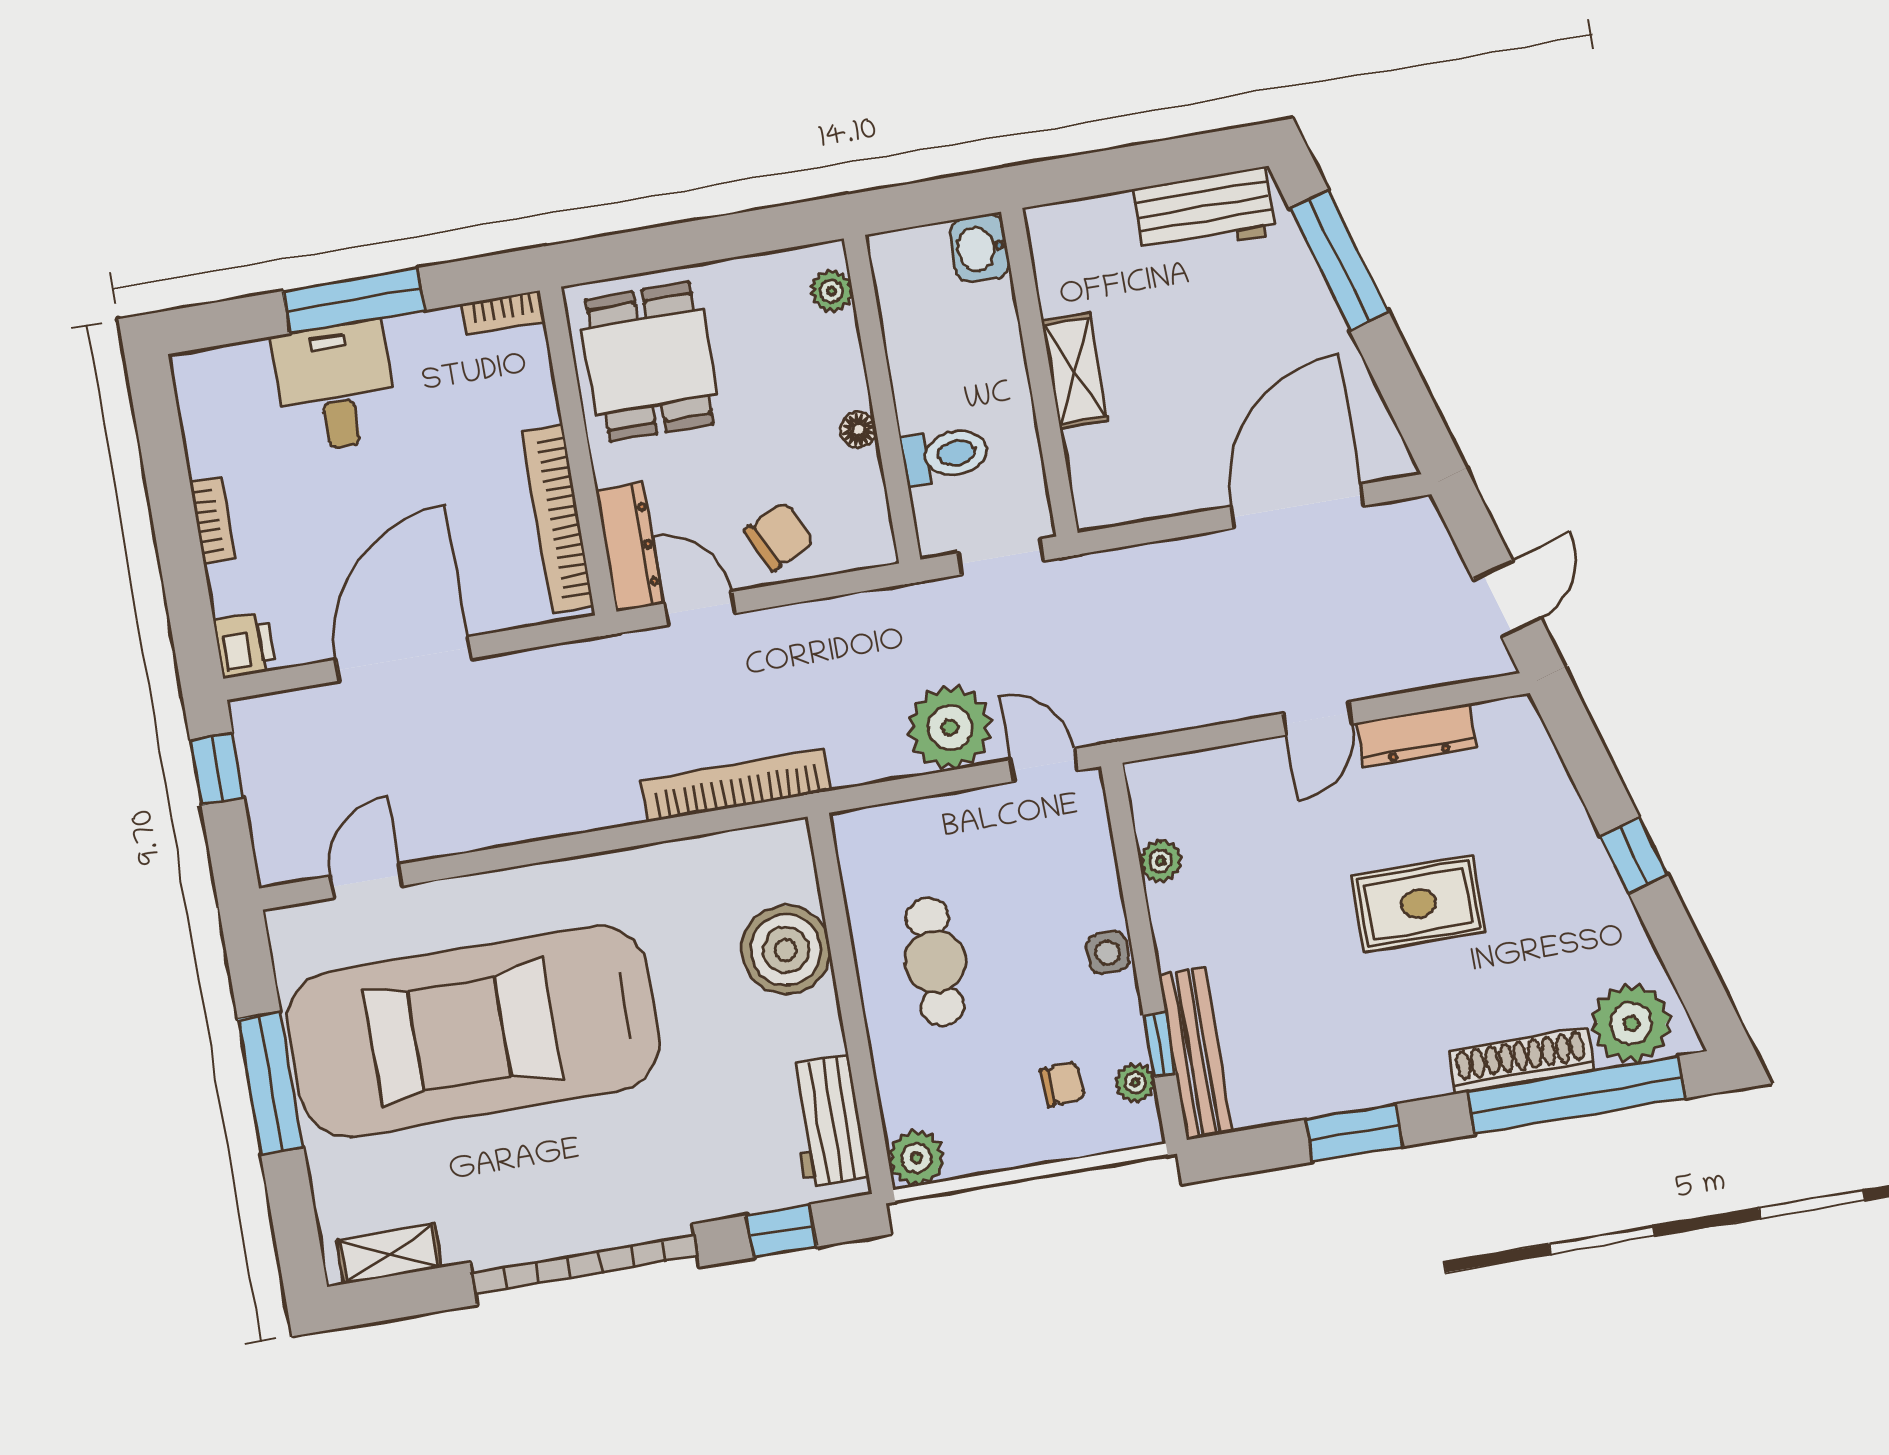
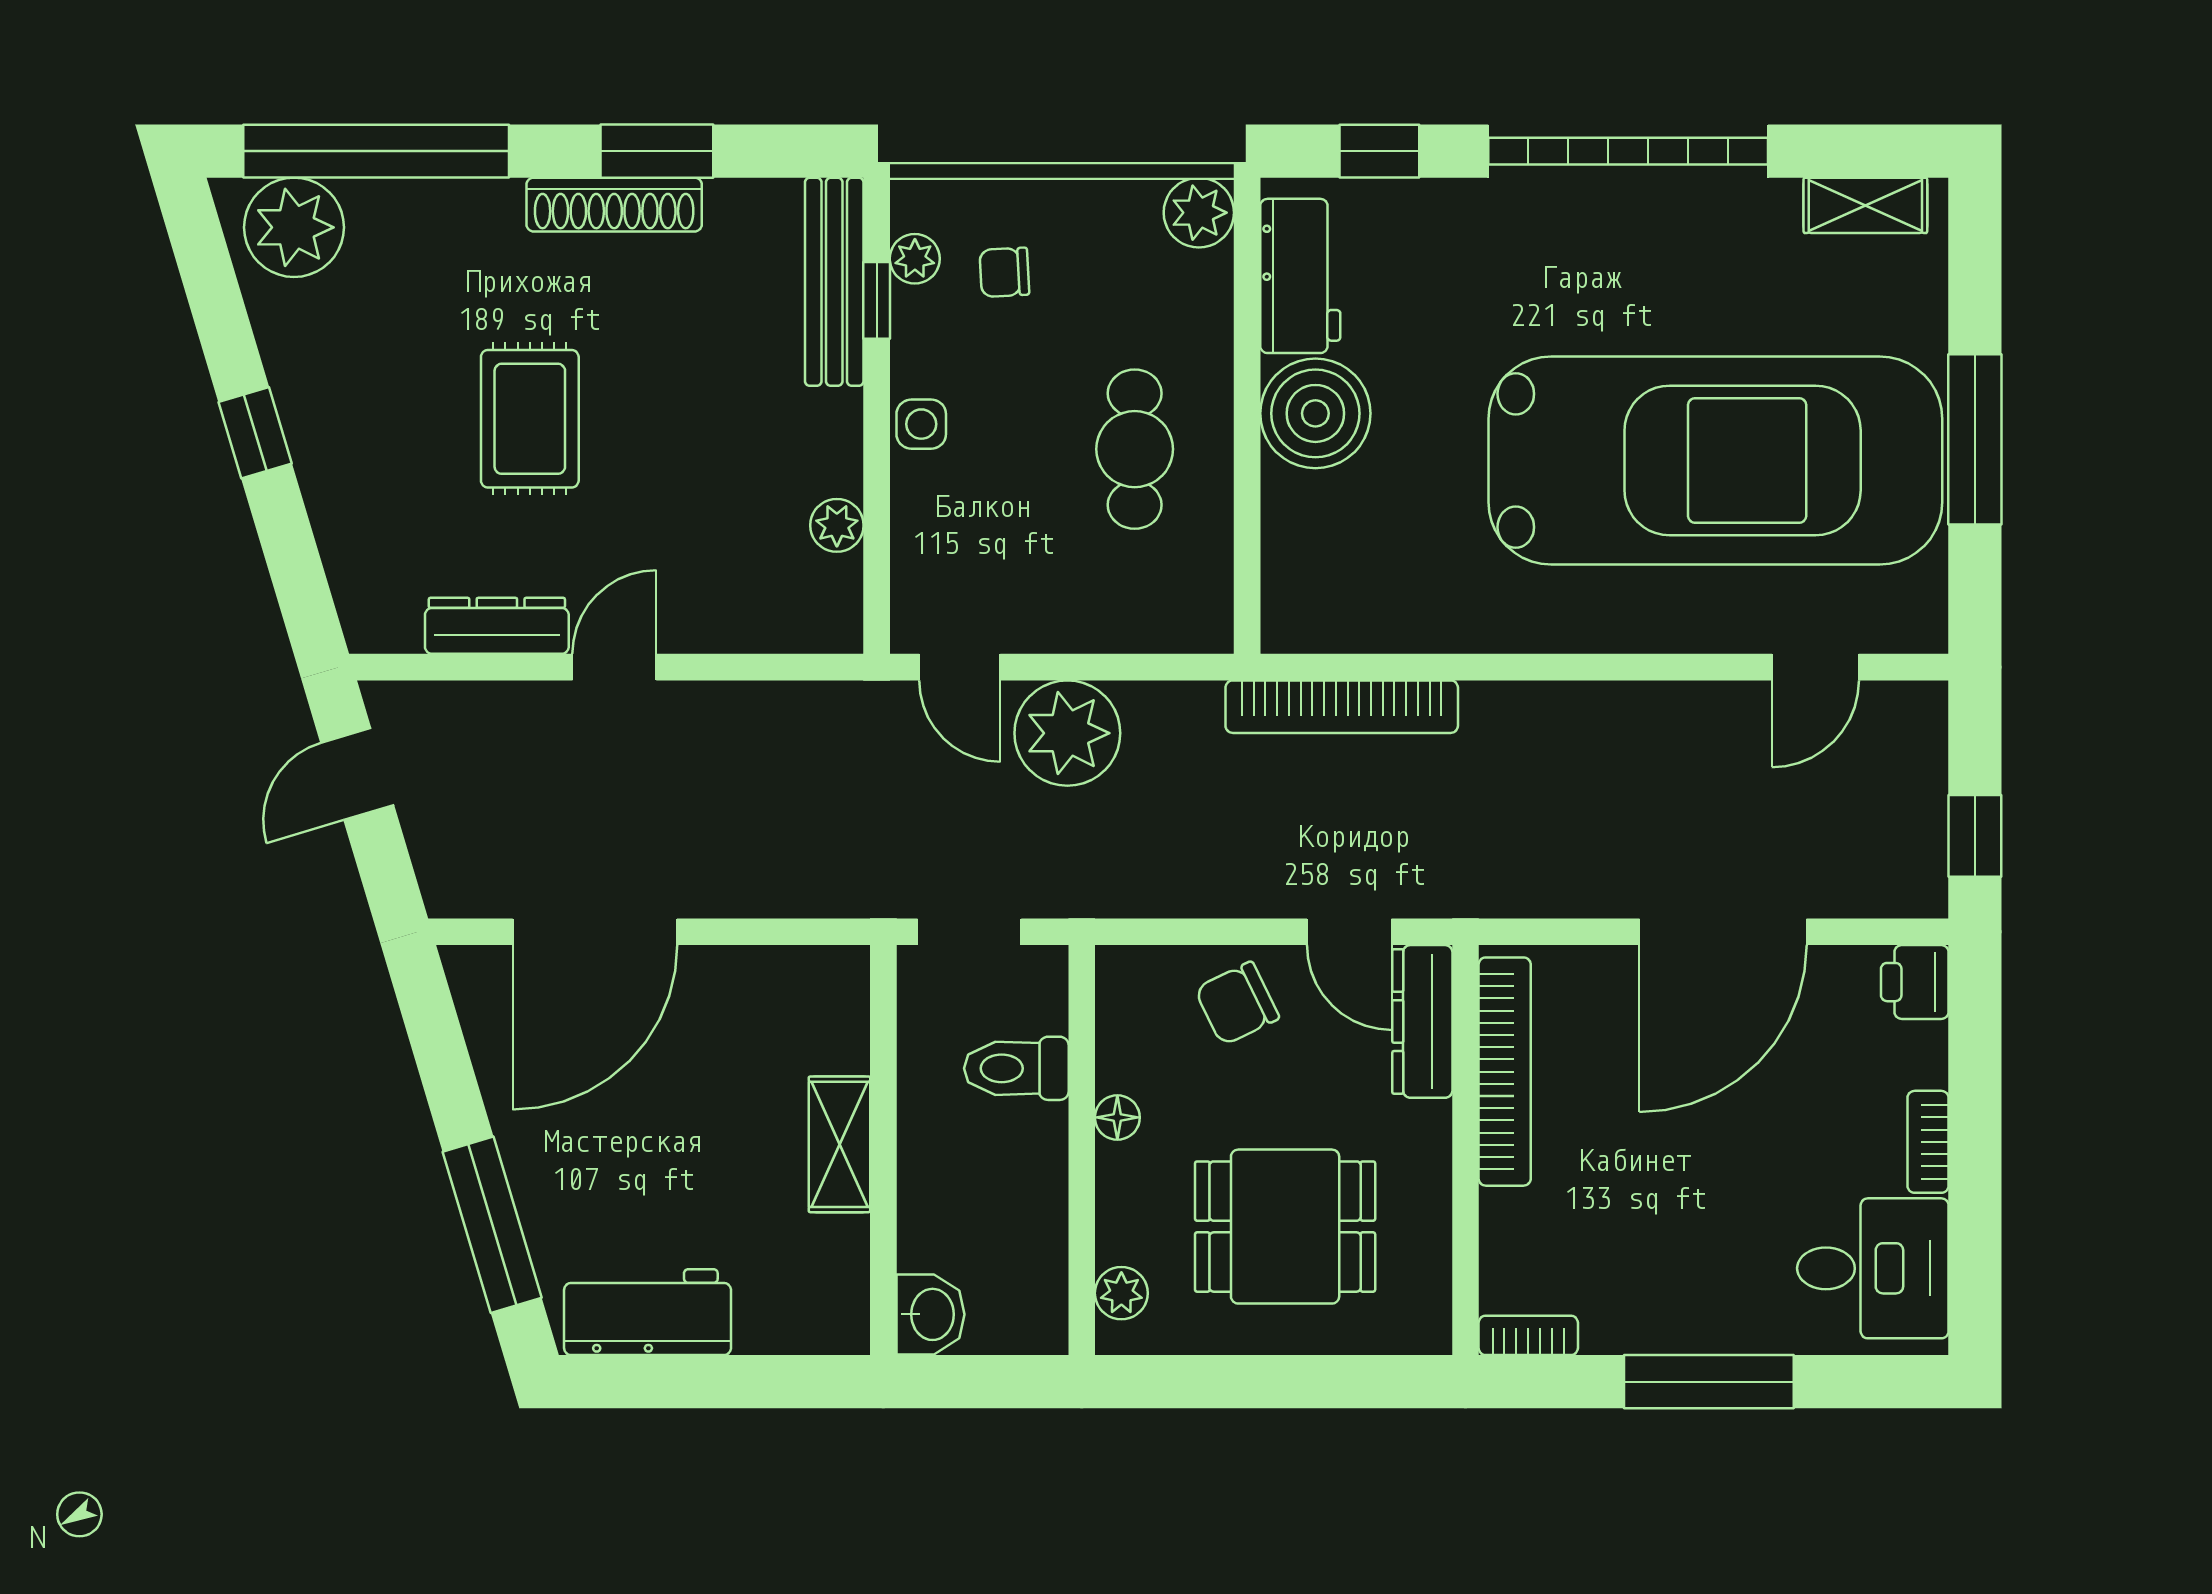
dining table: (650, 362) -> (1285, 1227), moved, turned 90
desk: (335, 387) -> (1873, 1268), moved, turned -90
rug: (1418, 904) -> (530, 419), turned 90
boiler: (786, 950) -> (1315, 413), moved
shoe rack: (1521, 1061) -> (614, 205), moved

